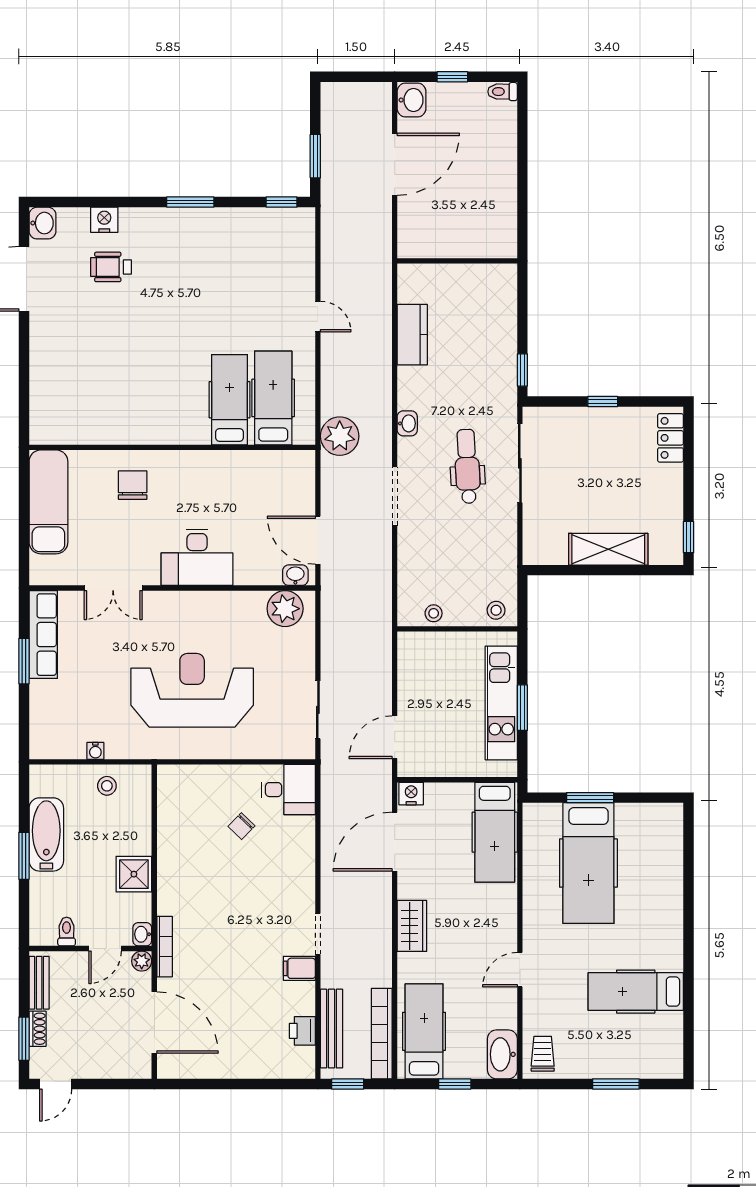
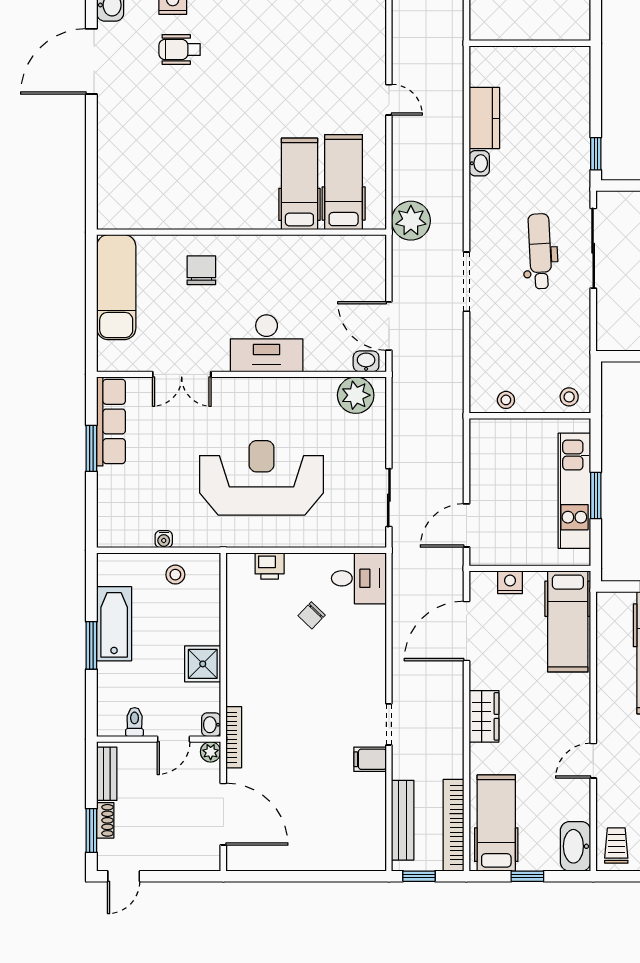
washbasin: (407, 423) -> (479, 163), moved
nightstand: (411, 794) -> (510, 582), moved
printer: (302, 1031) -> (270, 566), moved, turned -90

